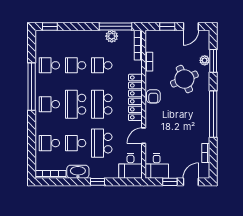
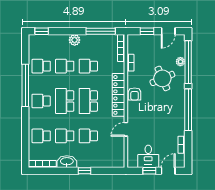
plant: (112, 36) -> (75, 40), moved
window: (213, 61) -> (188, 62), width x2.11
school desk: (102, 143) -> (88, 136), width x0.54
desk: (130, 166) -> (114, 156), removed
desk: (157, 166) -> (148, 156), moved

